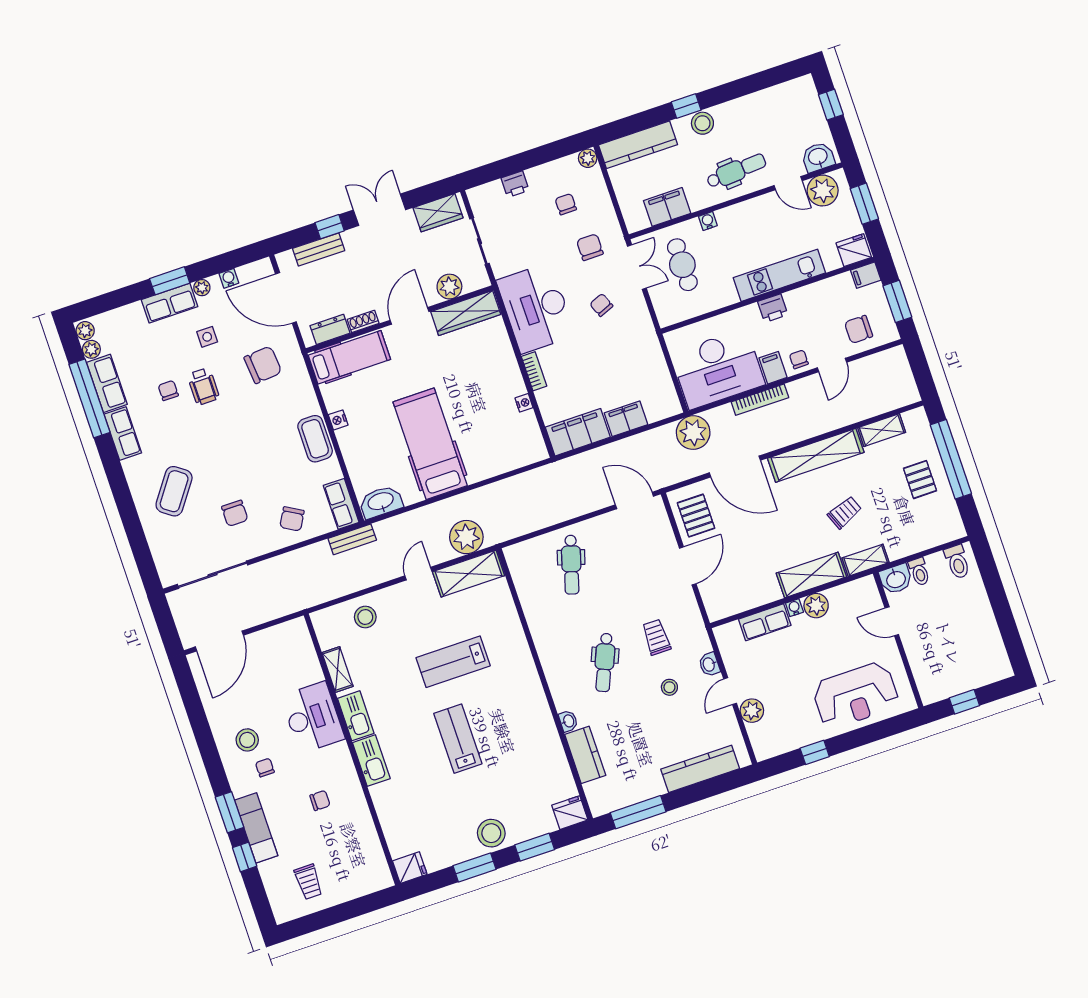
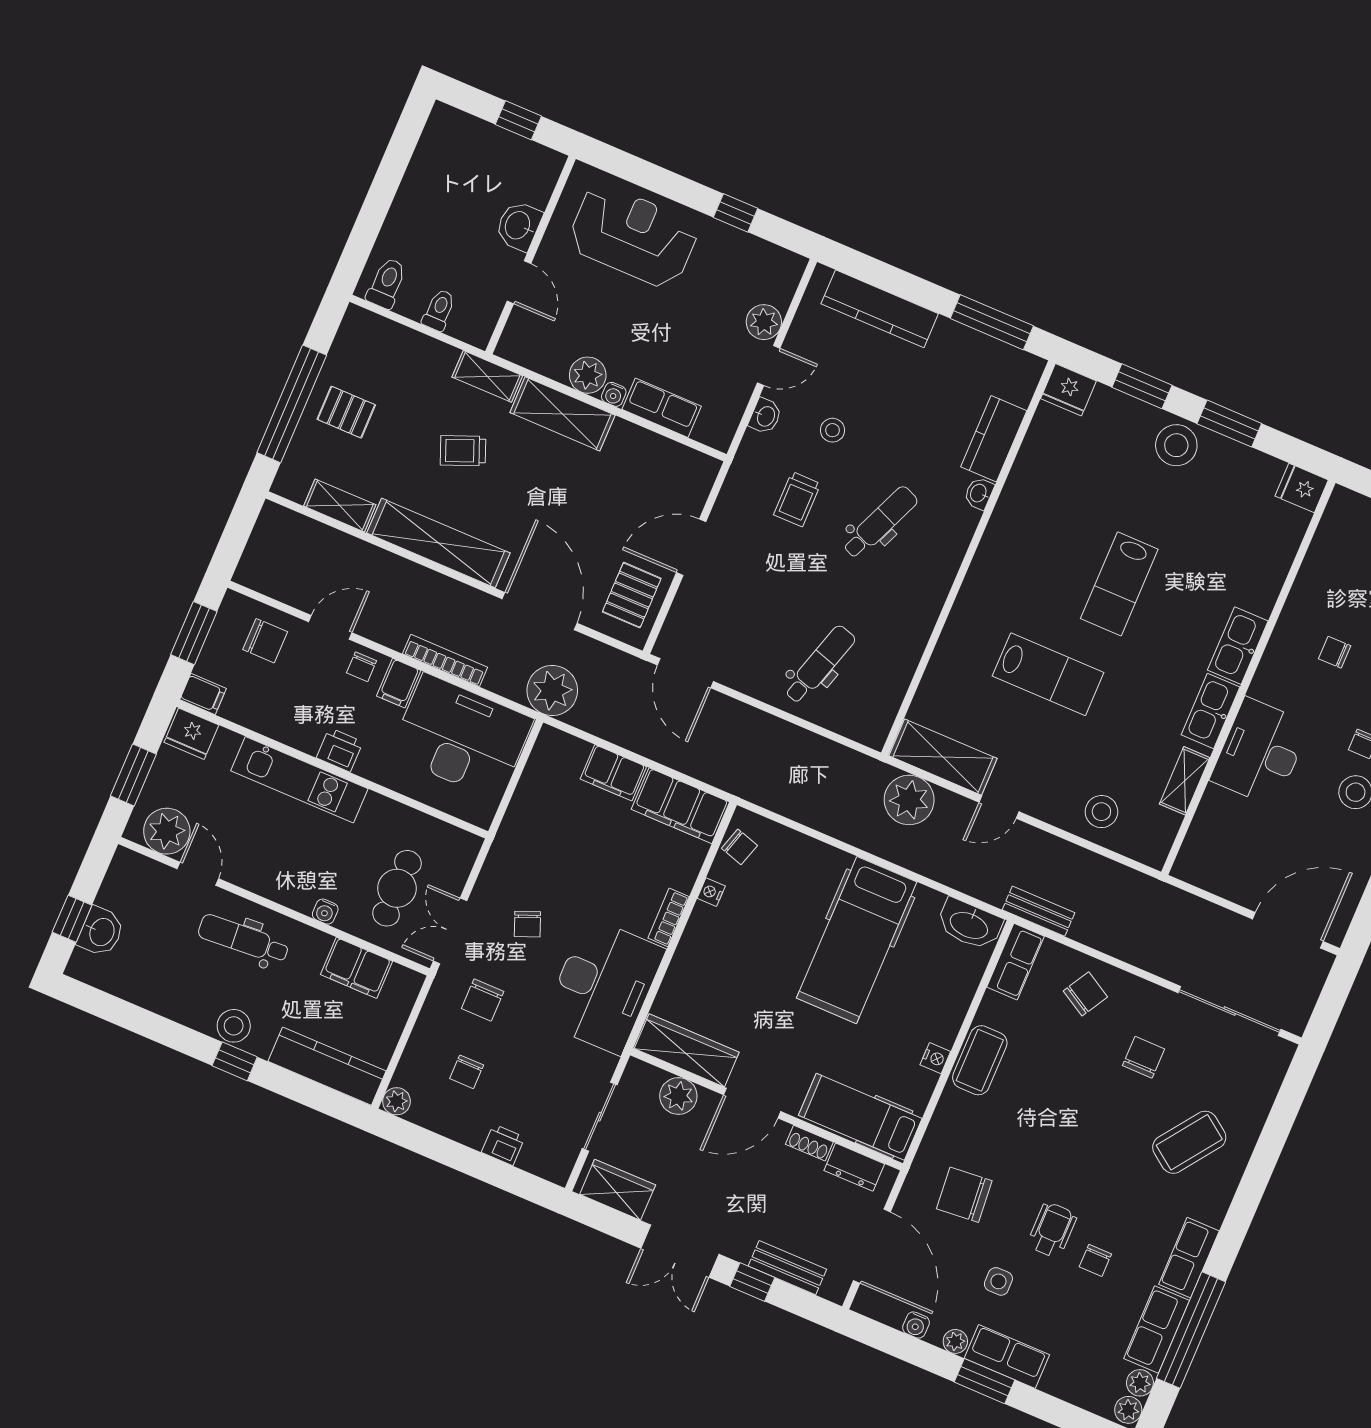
washbasin: (818, 157) -> (101, 932), moved, turned -90
chair: (530, 438) -> (739, 847), added
pallet: (920, 480) -> (346, 412), turned 90
washbasin: (896, 579) -> (519, 226), moved, turned -90

